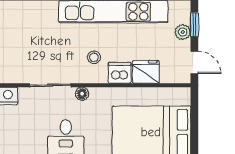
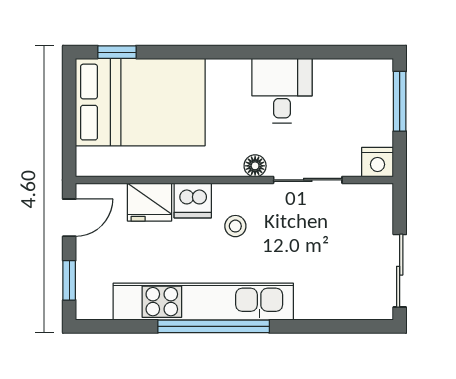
plant: (183, 32) -> (89, 268), removed
door: (194, 62) -> (69, 218), swing flipped

